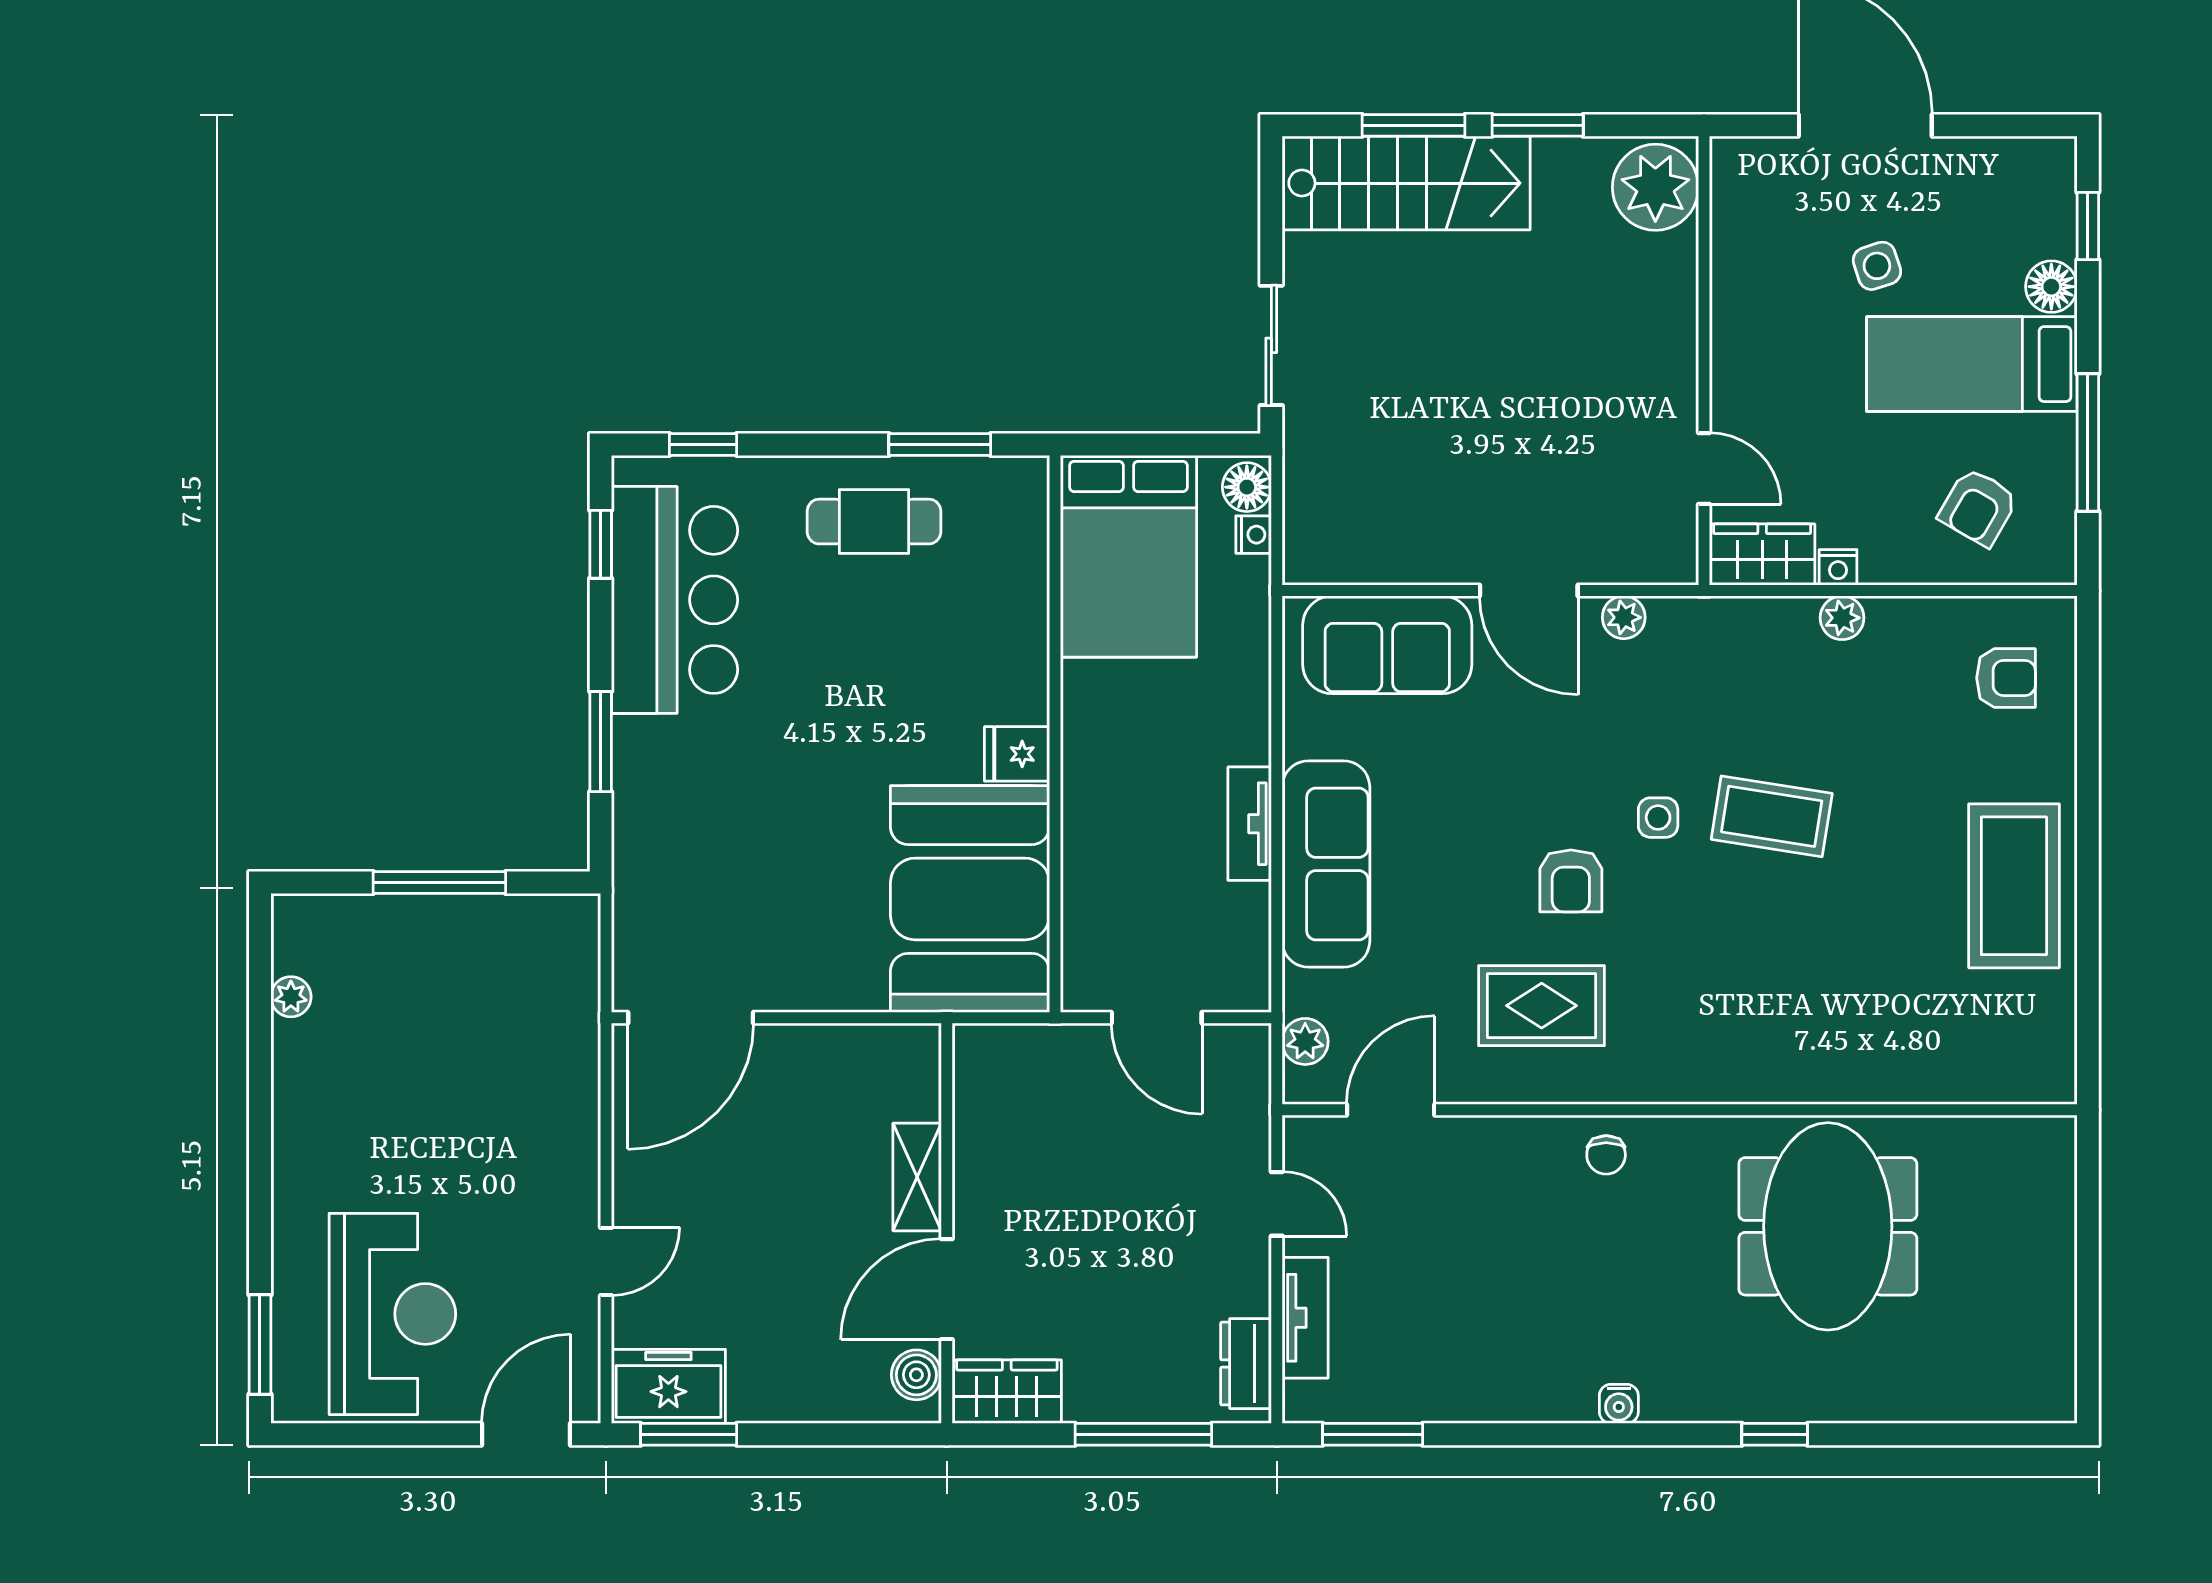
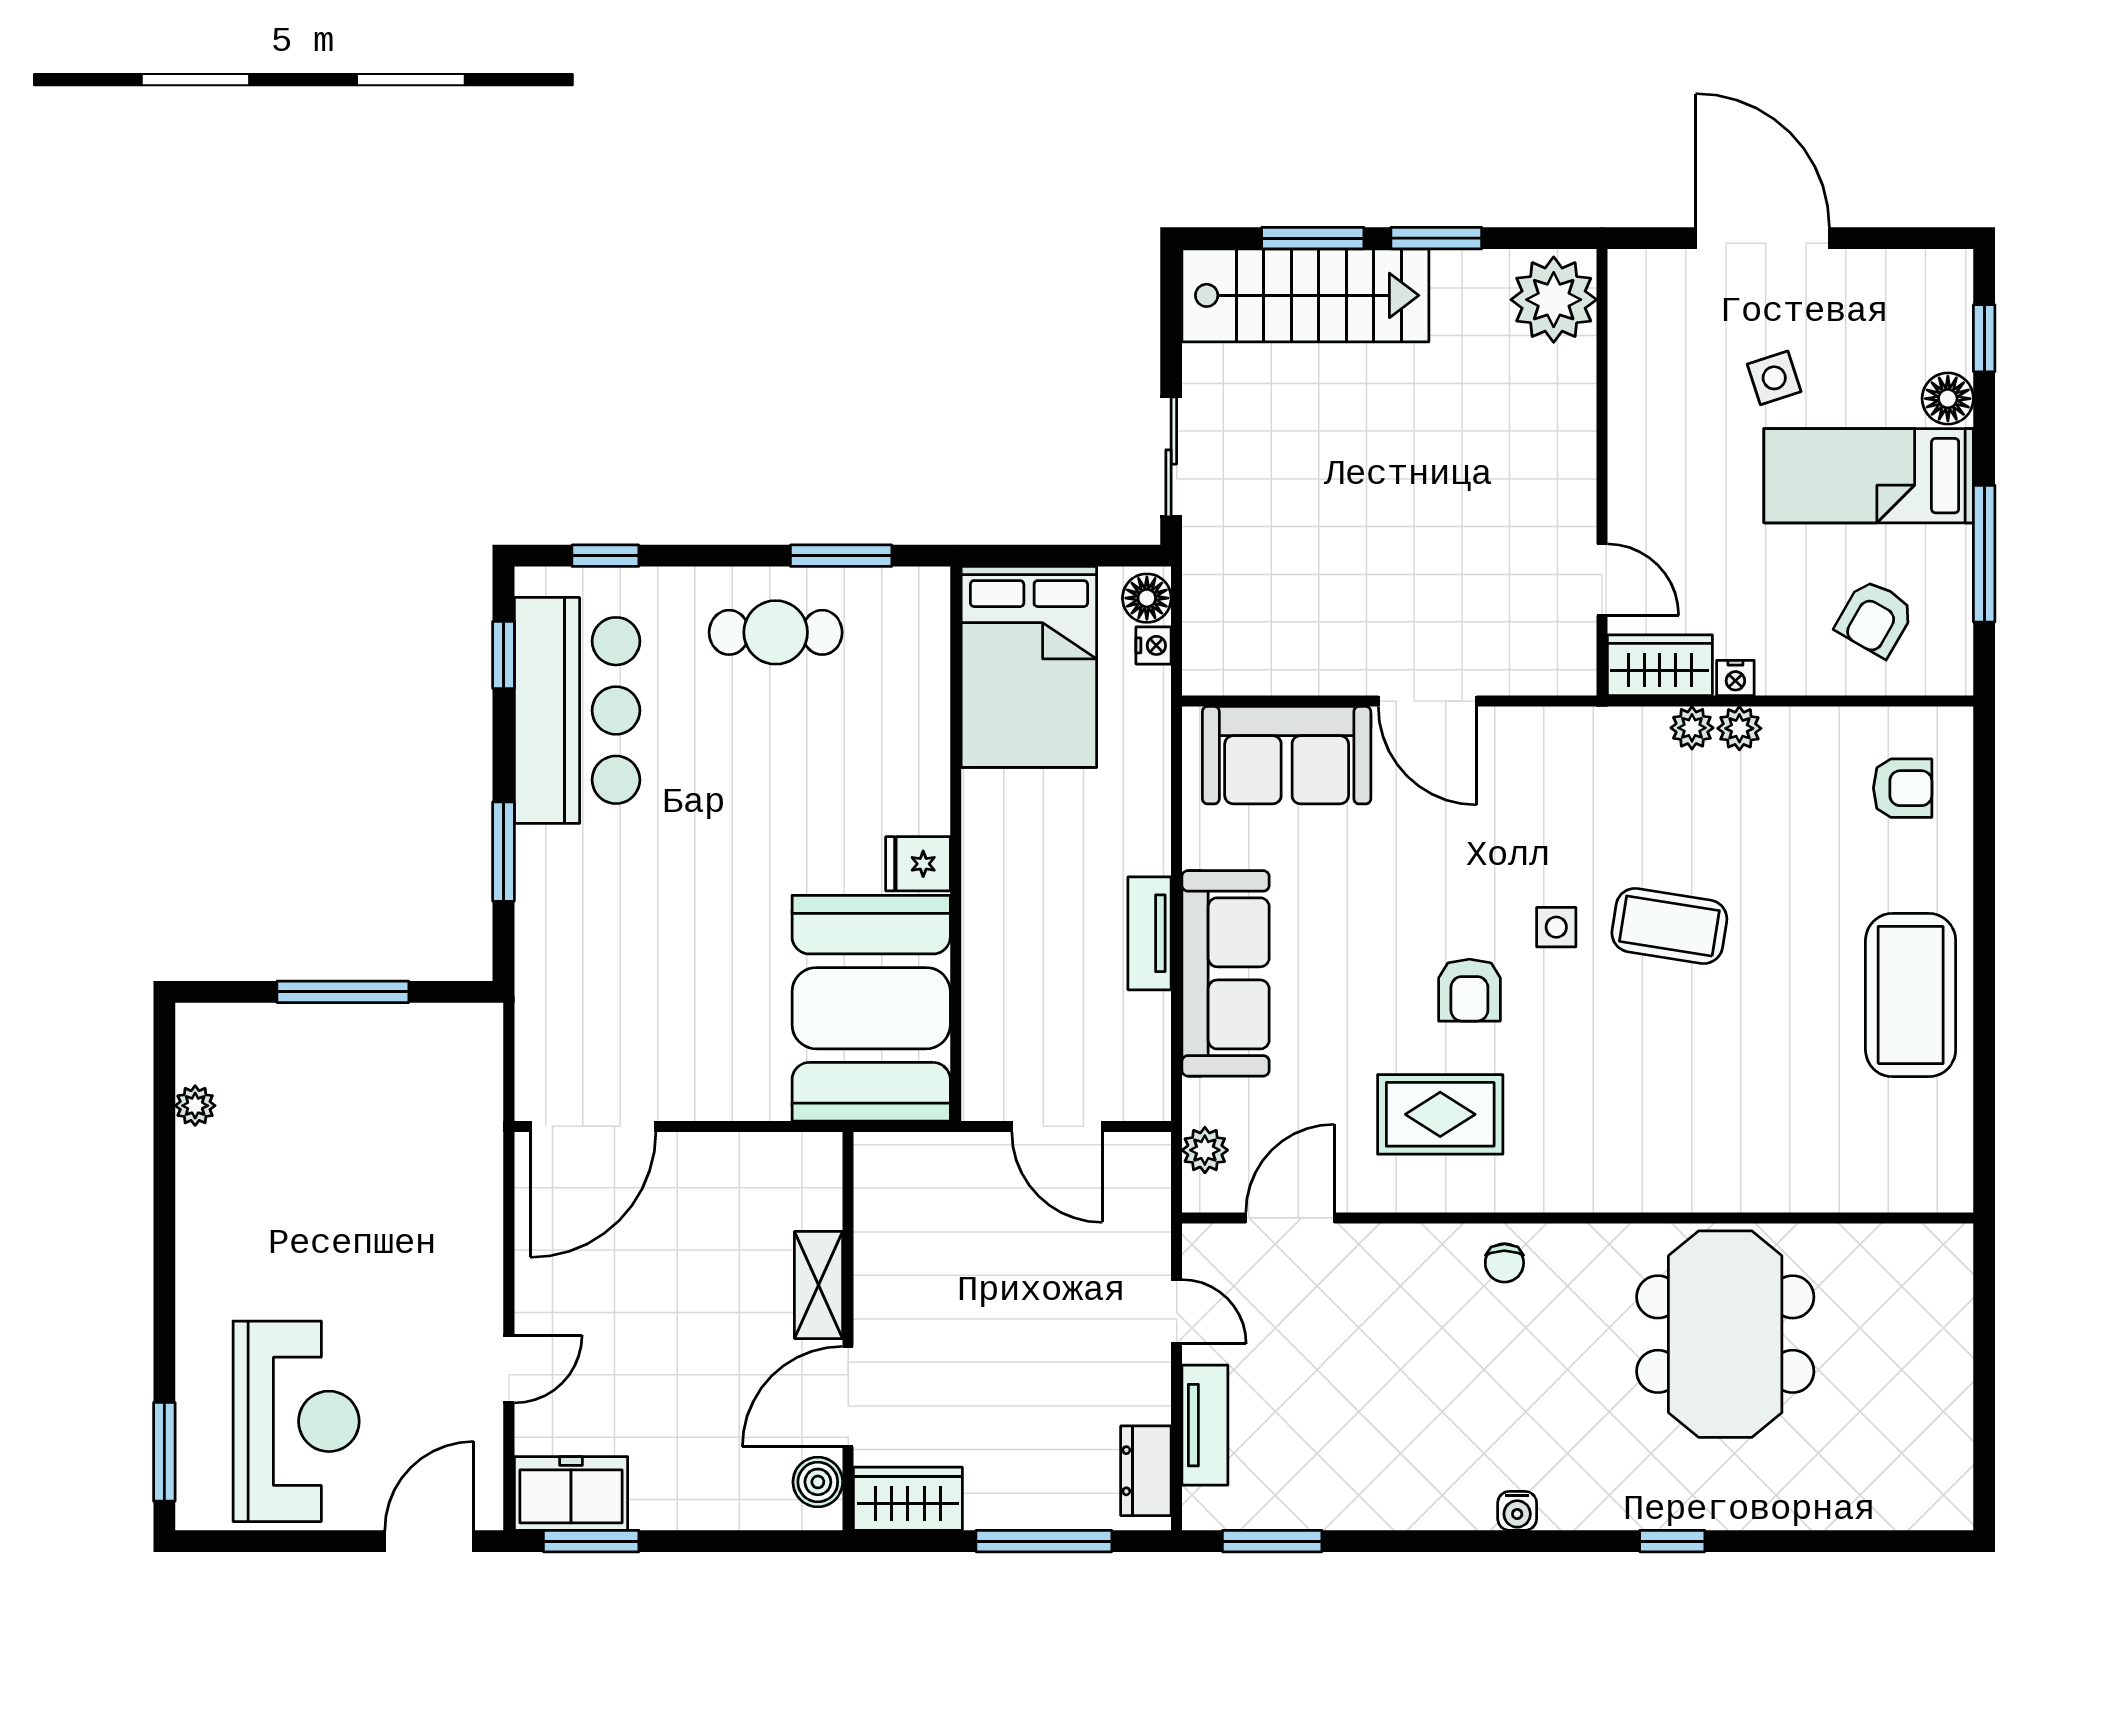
plant: (1624, 617) -> (1692, 728), moved

